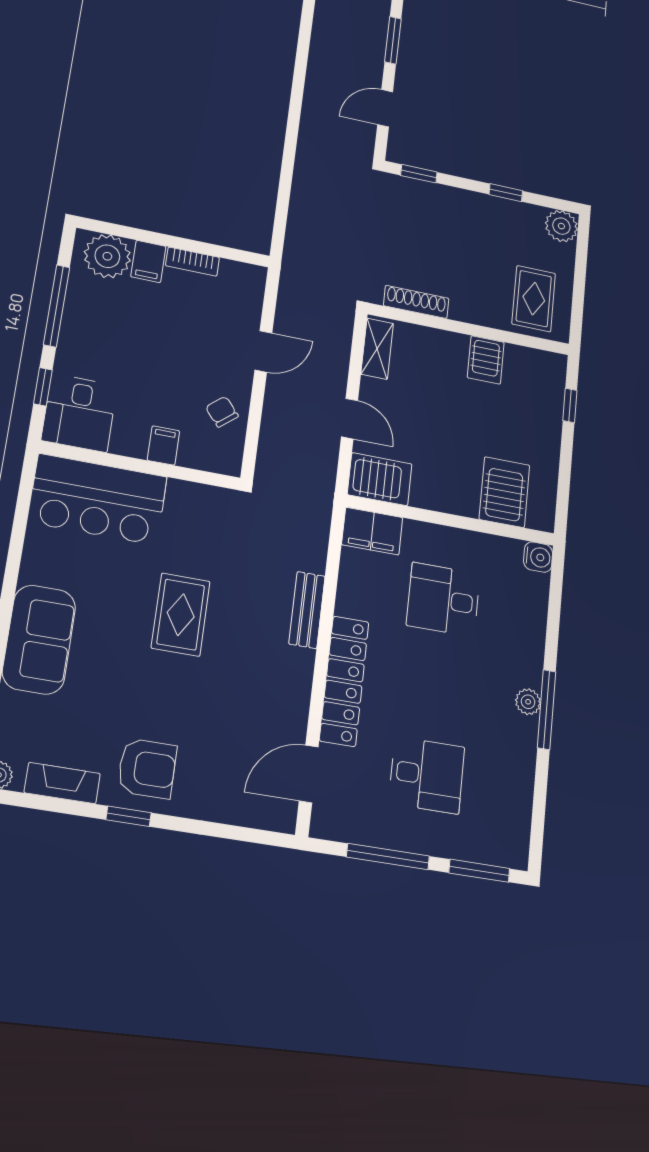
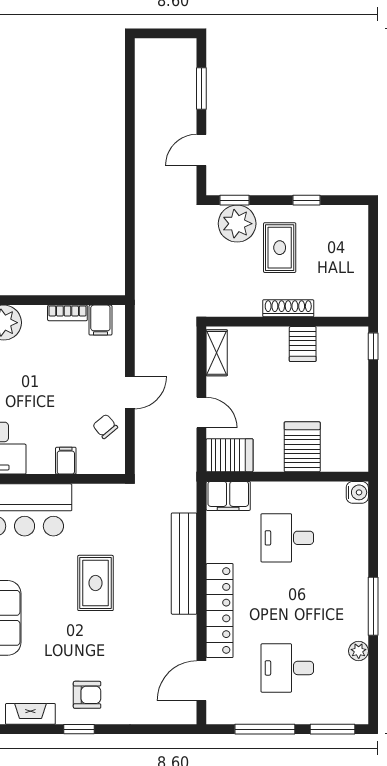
plant: (561, 226) -> (237, 224), moved, width x1.36, depth x1.36
filing cabinet: (148, 261) -> (100, 320), moved
rug: (534, 299) -> (280, 248), moved
shoe rack: (416, 302) -> (288, 308), moved
door: (263, 351) -> (130, 393), moved
window: (570, 405) -> (373, 346), moved
server rack: (504, 492) -> (302, 447), moved
bench: (307, 610) -> (184, 564), width x1.86, depth x1.21
plant: (528, 702) -> (359, 651), moved
armchair: (147, 768) -> (87, 695), width x0.72, depth x0.72
desk: (427, 775) -> (287, 668), turned 180

